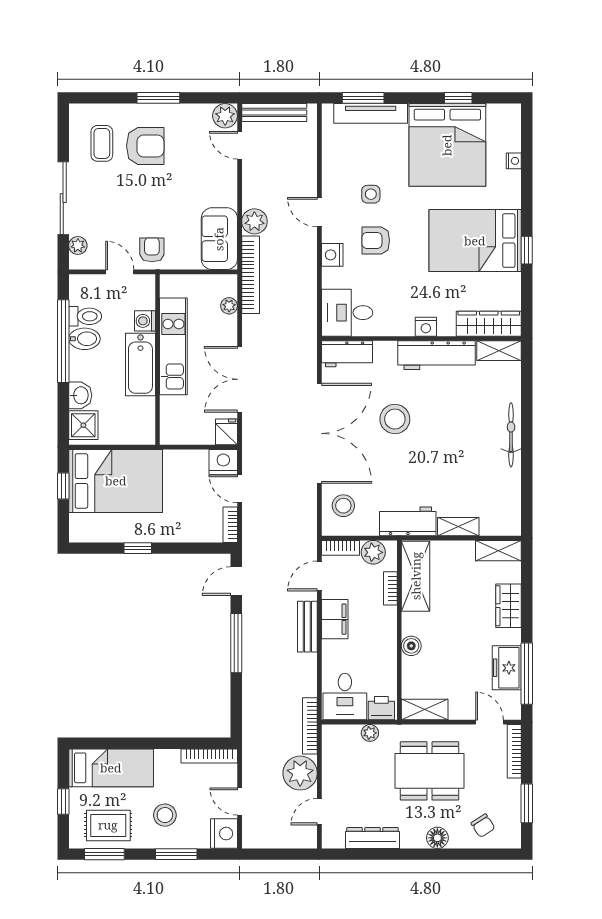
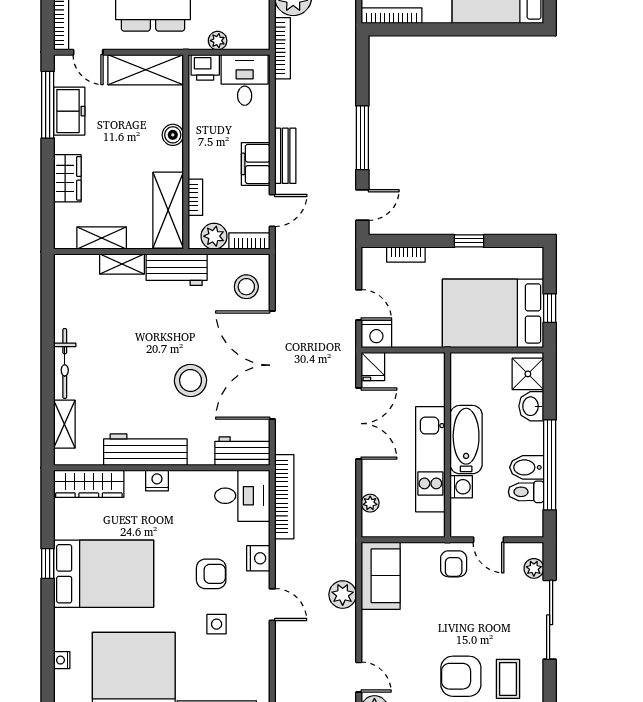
bookcase: (251, 275) -> (284, 497), moved, turned 180
shelving: (499, 351) -> (64, 424), moved, turned 90
bookcase: (230, 525) -> (406, 254), moved, turned 90
shelving: (498, 551) -> (102, 238), moved
shelving: (425, 709) -> (146, 70), width x1.50, depth x1.33

